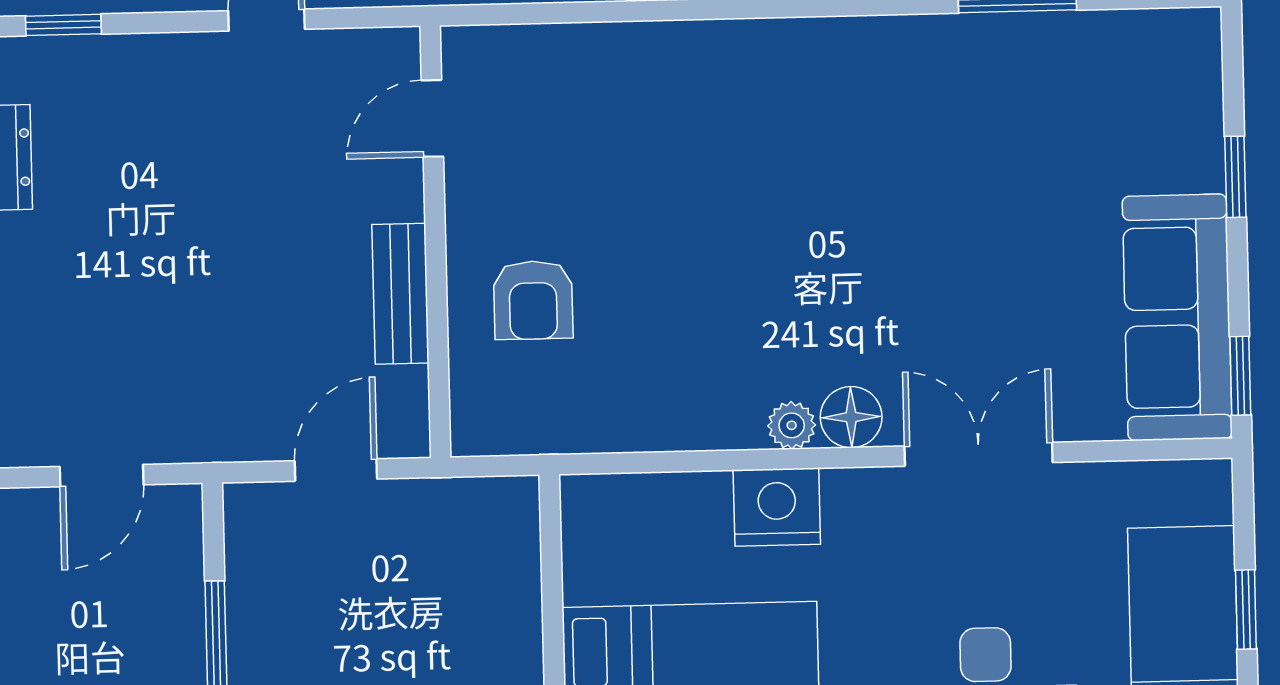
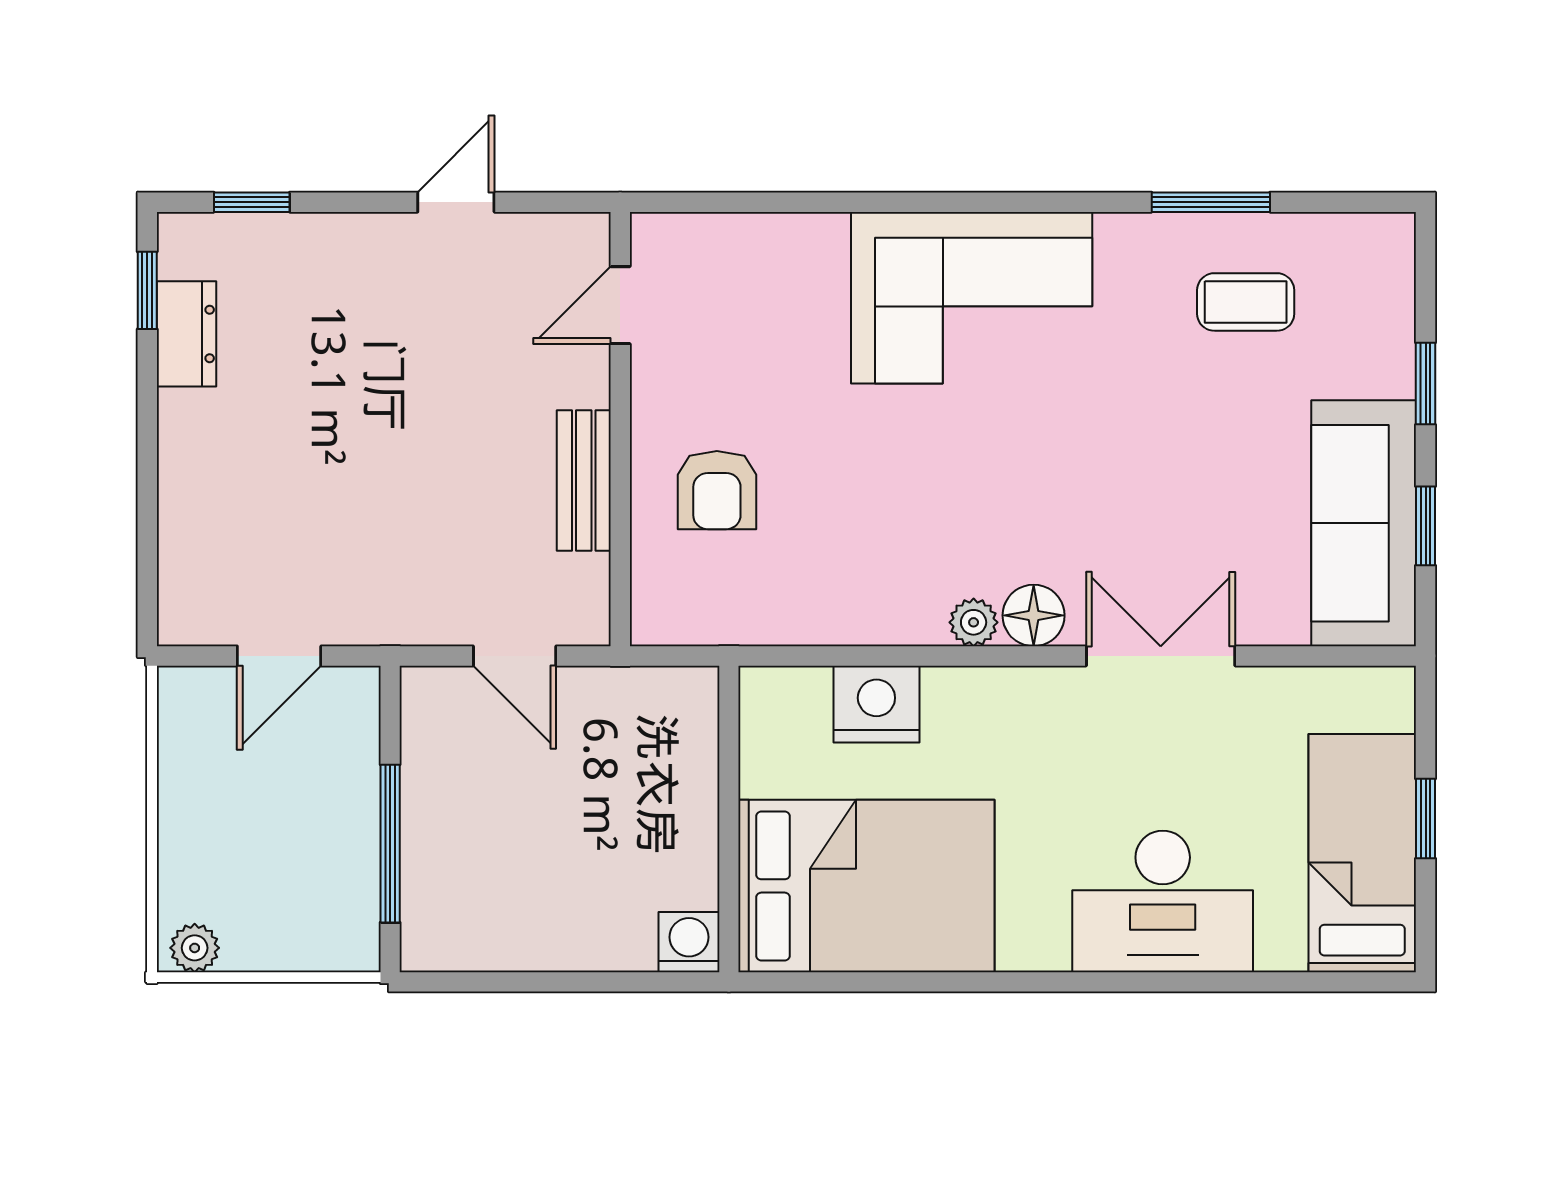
coffee table: (1054, 100) -> (1246, 302), added
corner sofa: (782, 102) -> (972, 298), added
window: (1240, 376) -> (1426, 526), moved
door: (336, 470) -> (515, 656), swing flipped
nightstand: (777, 507) -> (876, 704), moved

